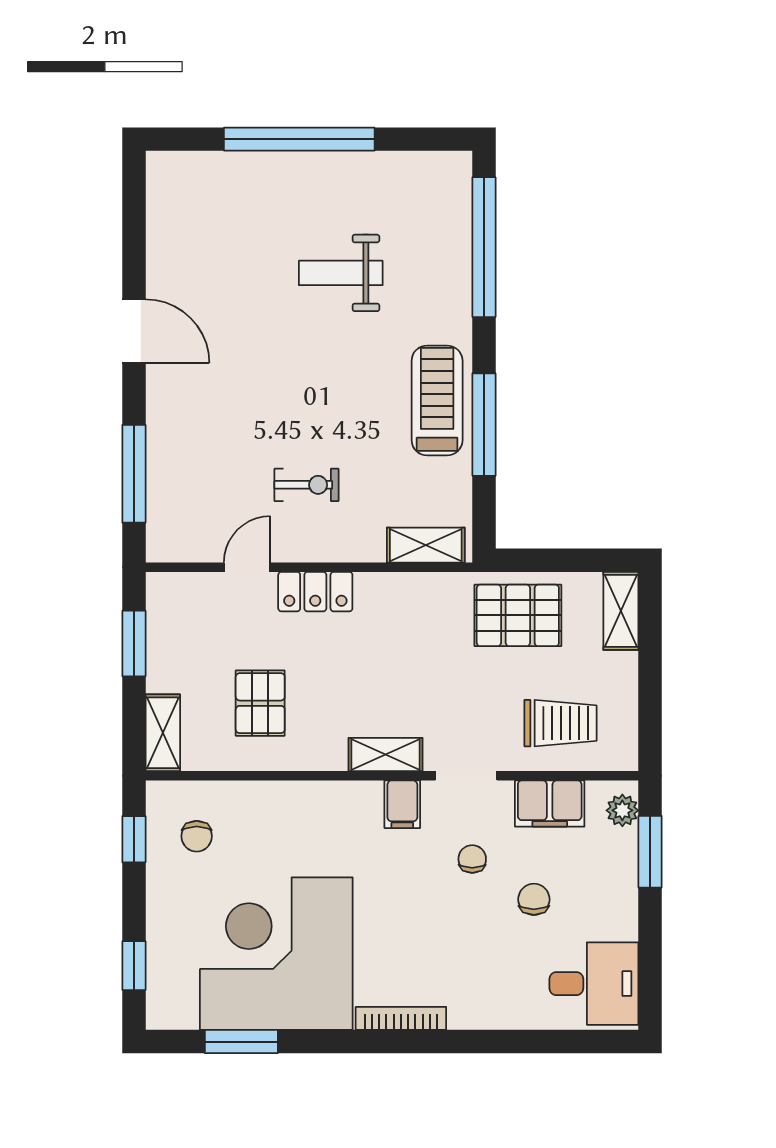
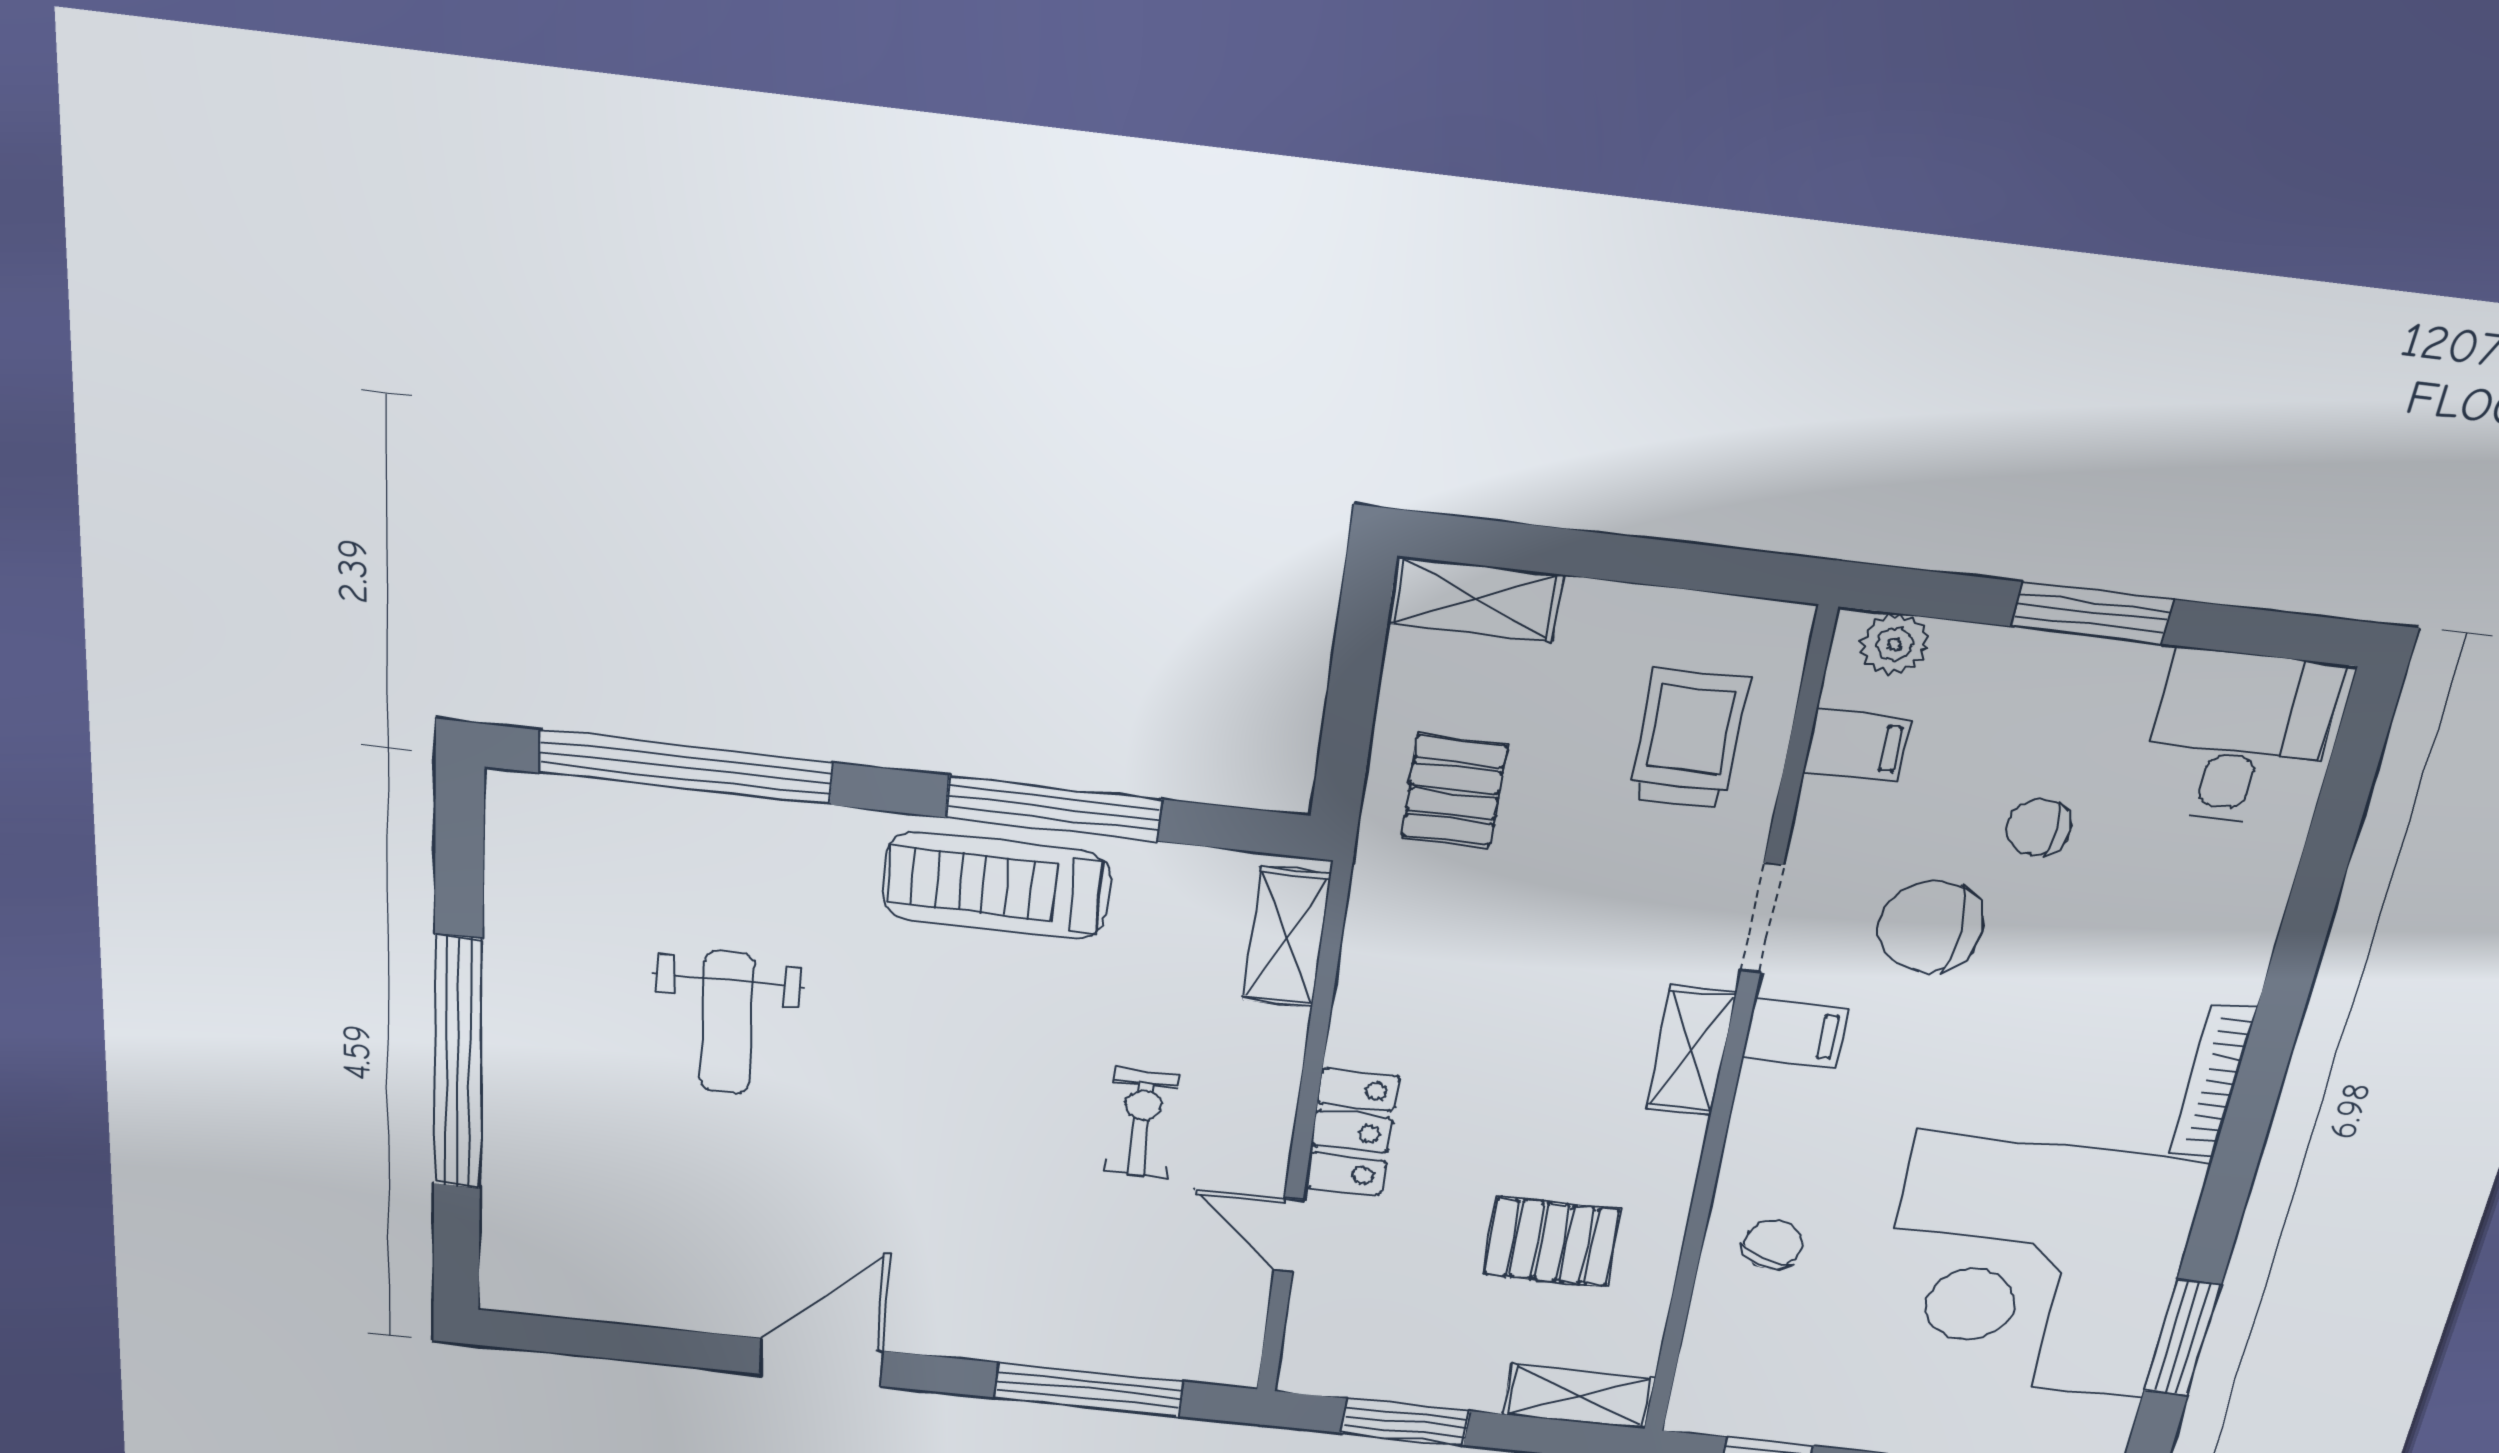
pallet: (518, 615) -> (1454, 791), width x0.67, depth x0.71
filing cabinet: (550, 804) -> (1857, 745), width x0.50
chair: (197, 836) -> (1773, 1245), moved, turned -70
window: (650, 852) -> (2093, 613), moved
chair: (472, 859) -> (1931, 927), width x1.87, depth x1.87

